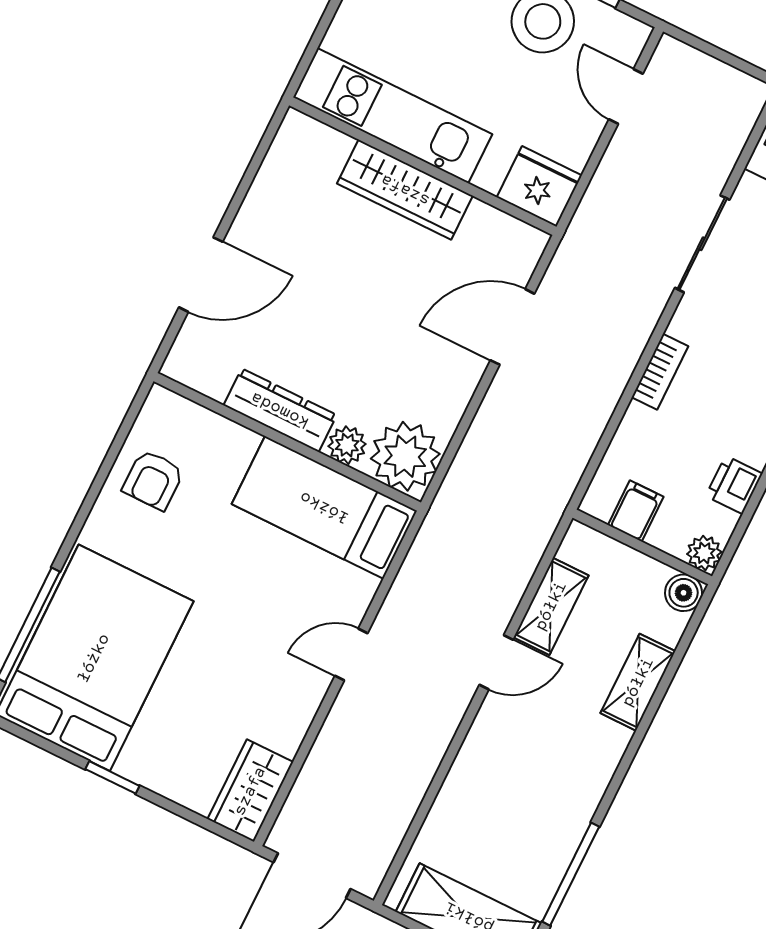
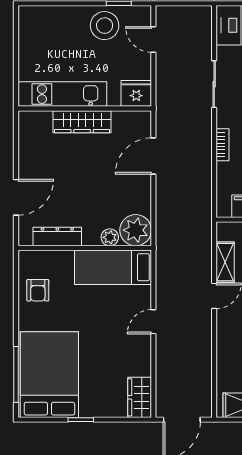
dresser: (280, 410) -> (57, 236), moved

